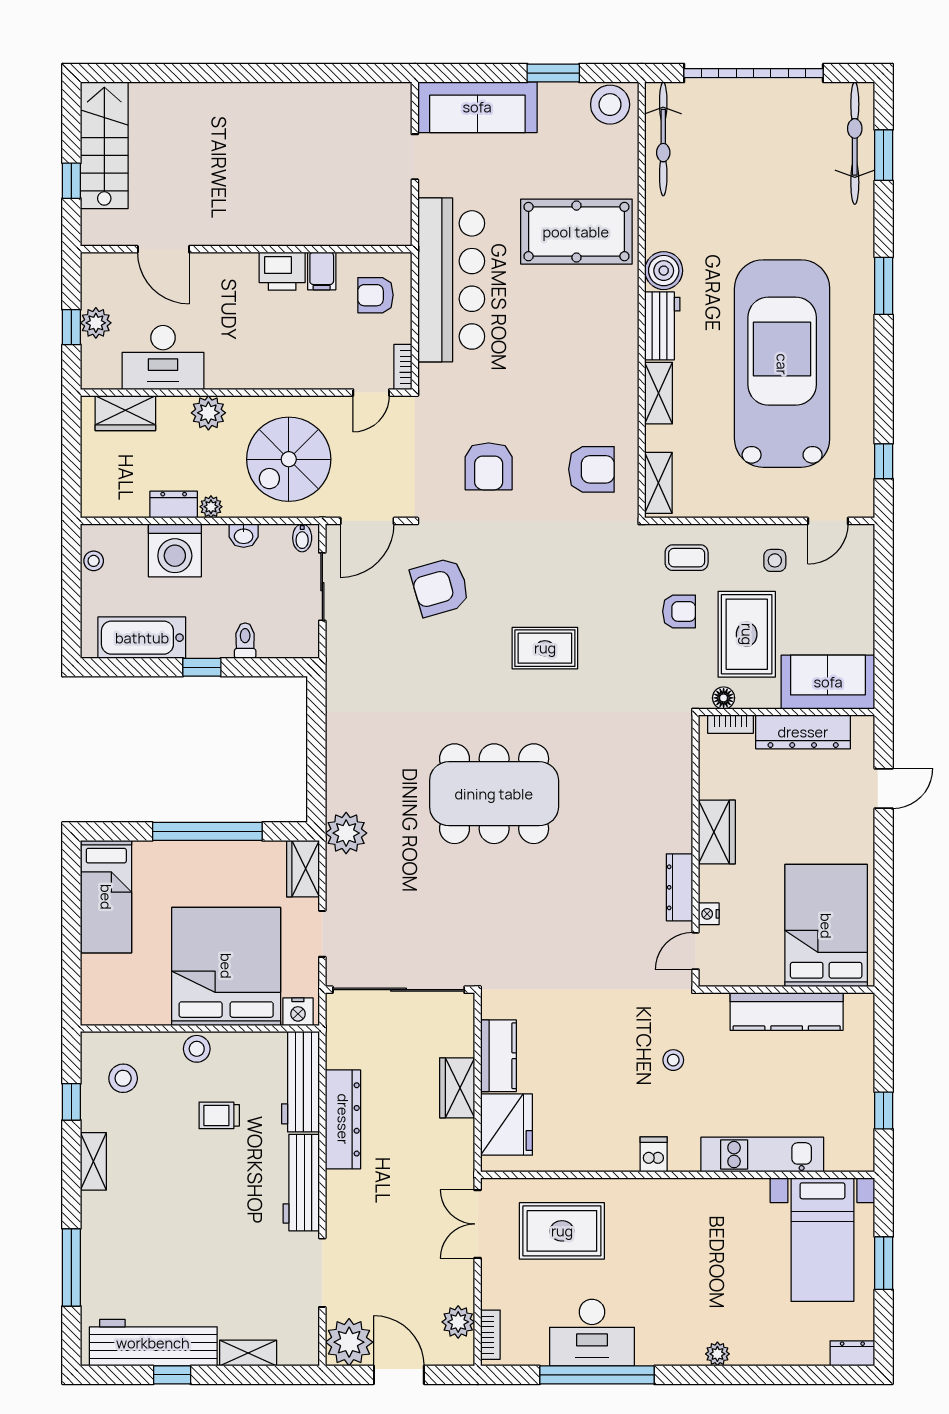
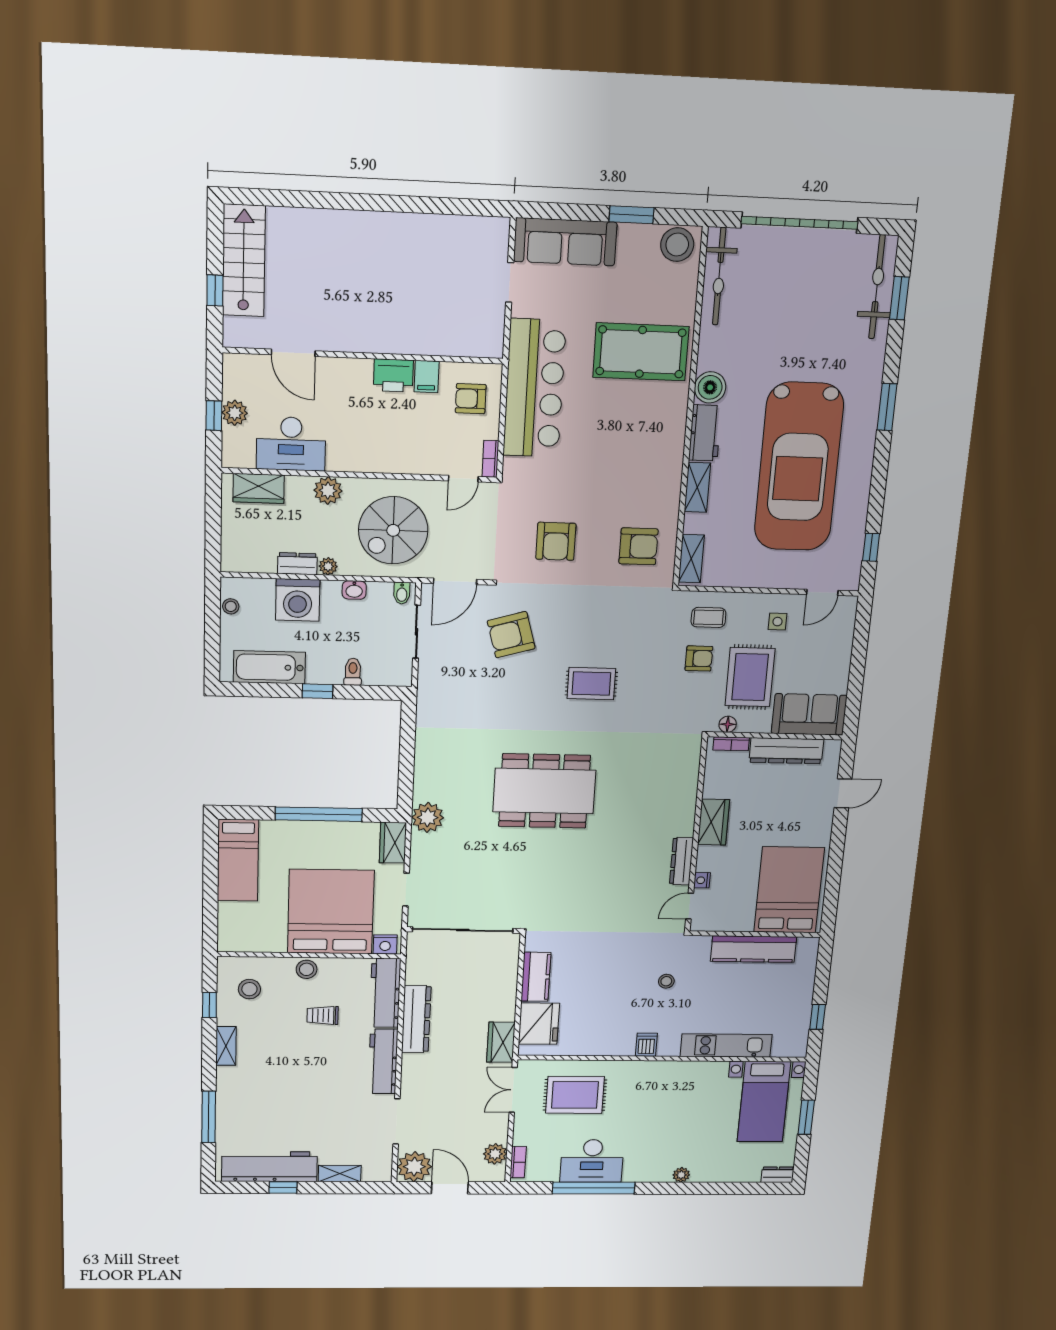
car: (782, 364) -> (799, 467), turned 180
wardrobe: (457, 1088) -> (501, 1042), moved

